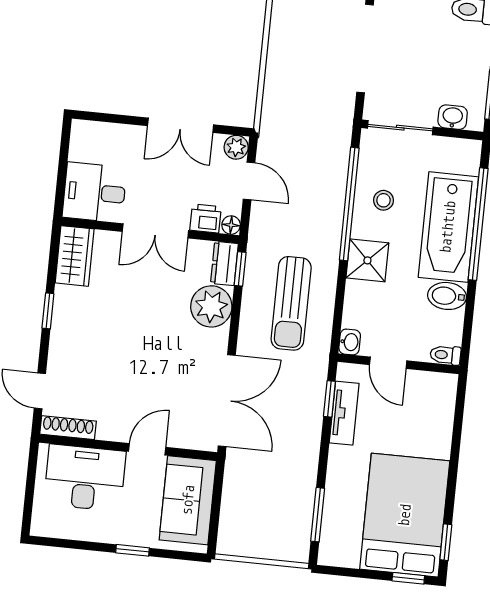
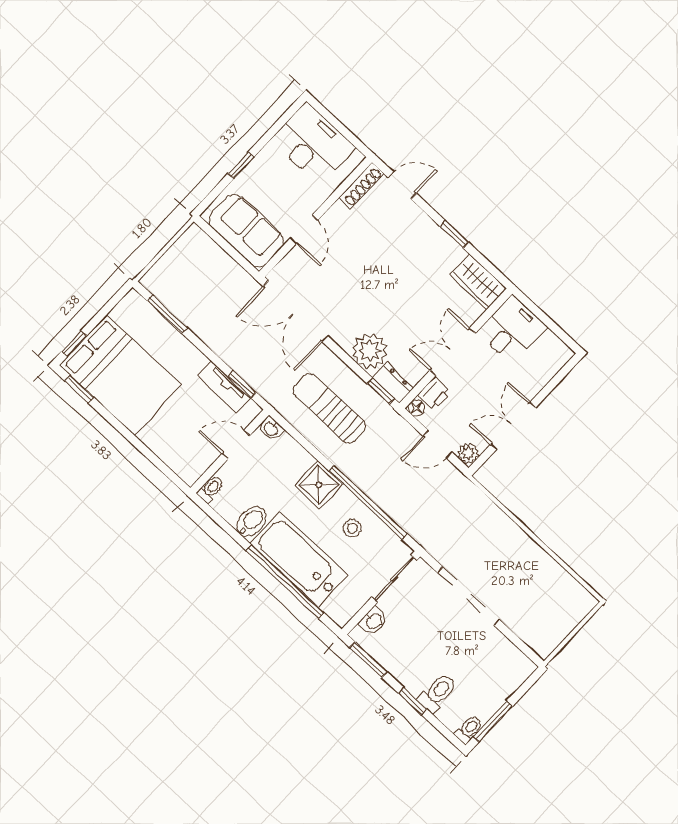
desk: (85, 478) -> (313, 144), moved, turned -90

